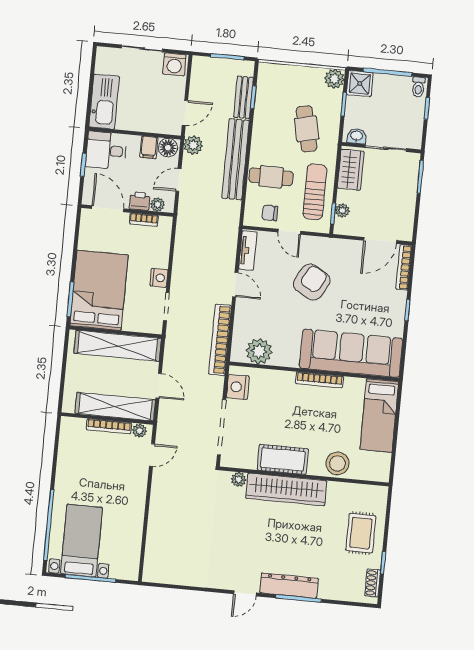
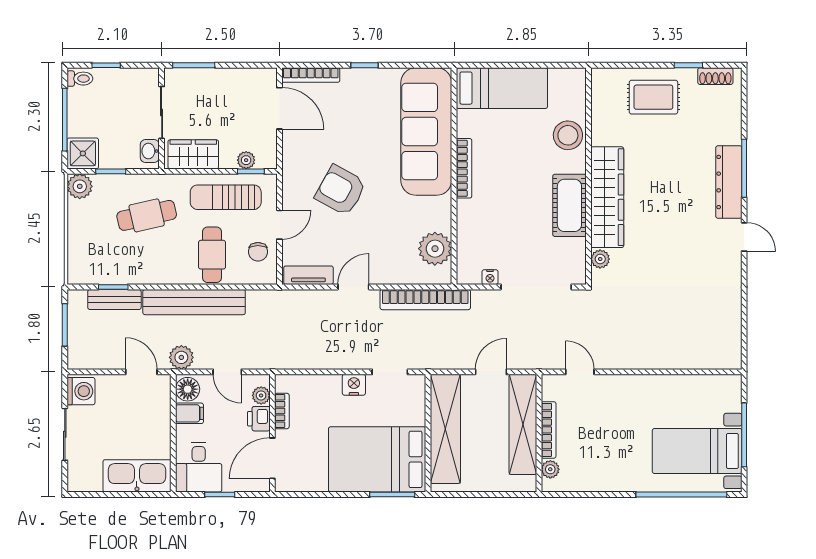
nightstand: (238, 387) -> (490, 277), width x0.53, depth x0.56
plant: (140, 431) -> (550, 469), moved

